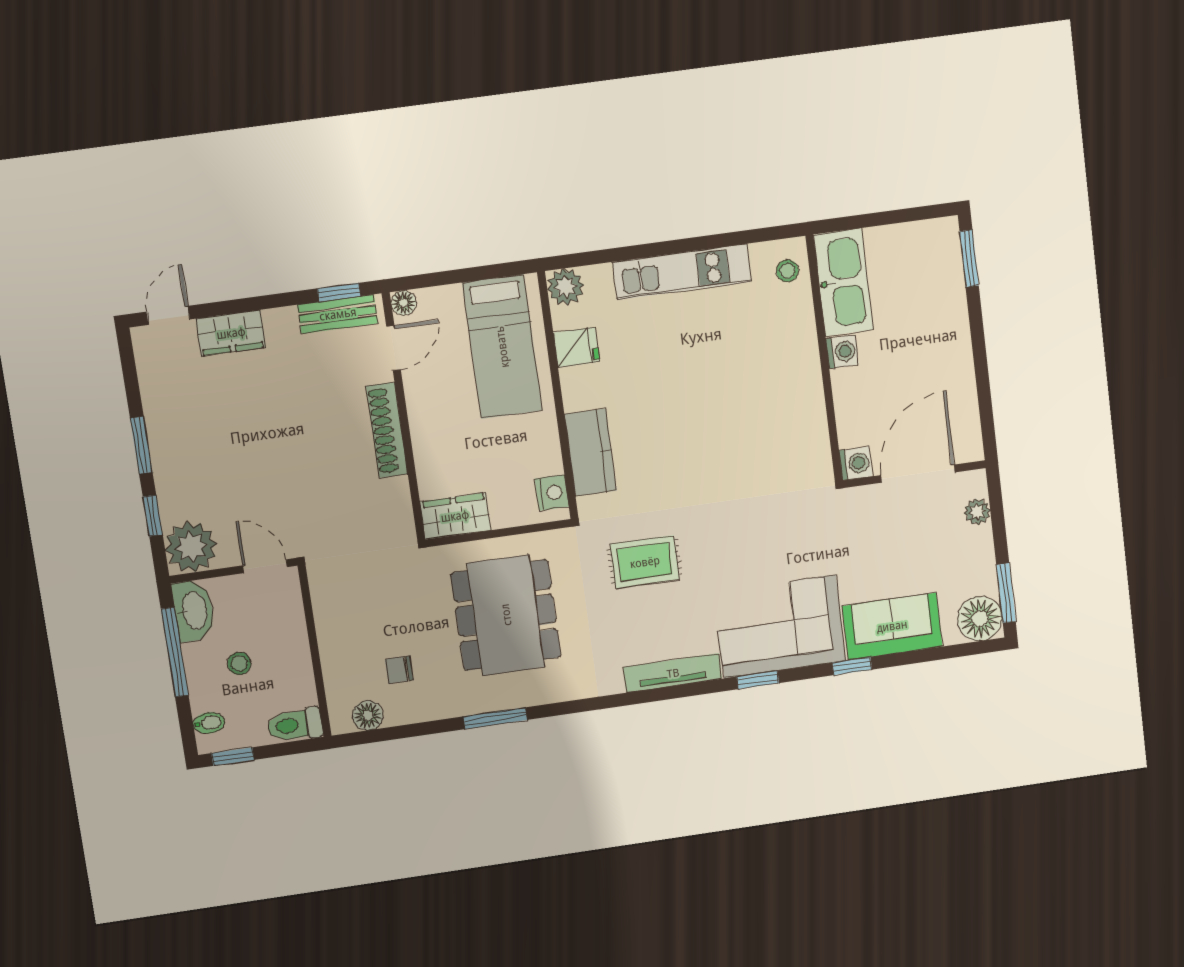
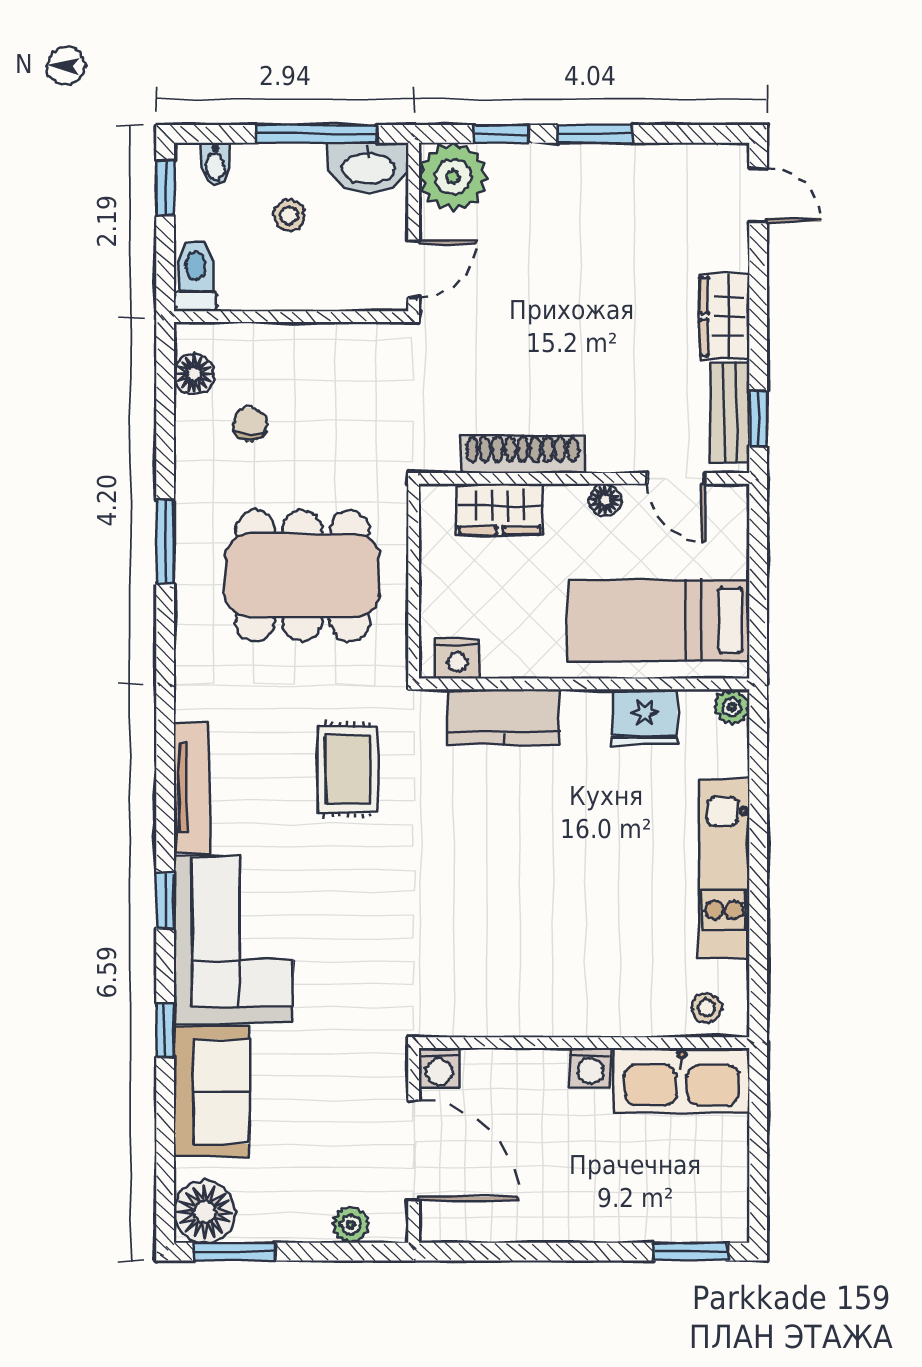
plant: (566, 287) -> (732, 707), width x0.73, depth x0.73
floor lamp: (404, 303) -> (605, 500), moved
wardrobe: (231, 333) -> (725, 316), moved
fridge: (576, 347) -> (645, 717), width x1.38
shoe rack: (387, 430) -> (523, 454), moved
wardrobe: (455, 516) -> (500, 509), moved, turned 90

